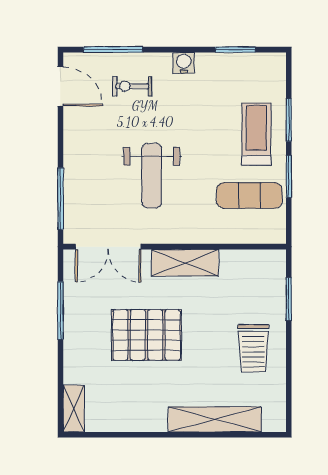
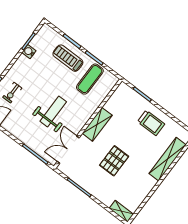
water cooler: (184, 63) -> (29, 52), moved
weight bench: (152, 176) -> (53, 112), turned -90
double door: (108, 247) -> (68, 150), swing flipped
pallet: (146, 335) -> (114, 161), width x0.73, depth x0.71

